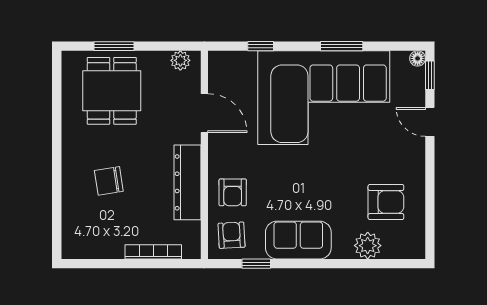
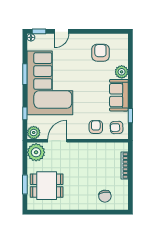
plant: (180, 60) -> (36, 152), width x1.87, depth x1.87
plant: (221, 64) -> (34, 133), added
chair: (109, 181) -> (105, 196), moved
dresser: (188, 182) -> (91, 149), removed
armchair: (233, 192) -> (96, 127), turned -90
plant: (368, 246) -> (122, 72), moved

